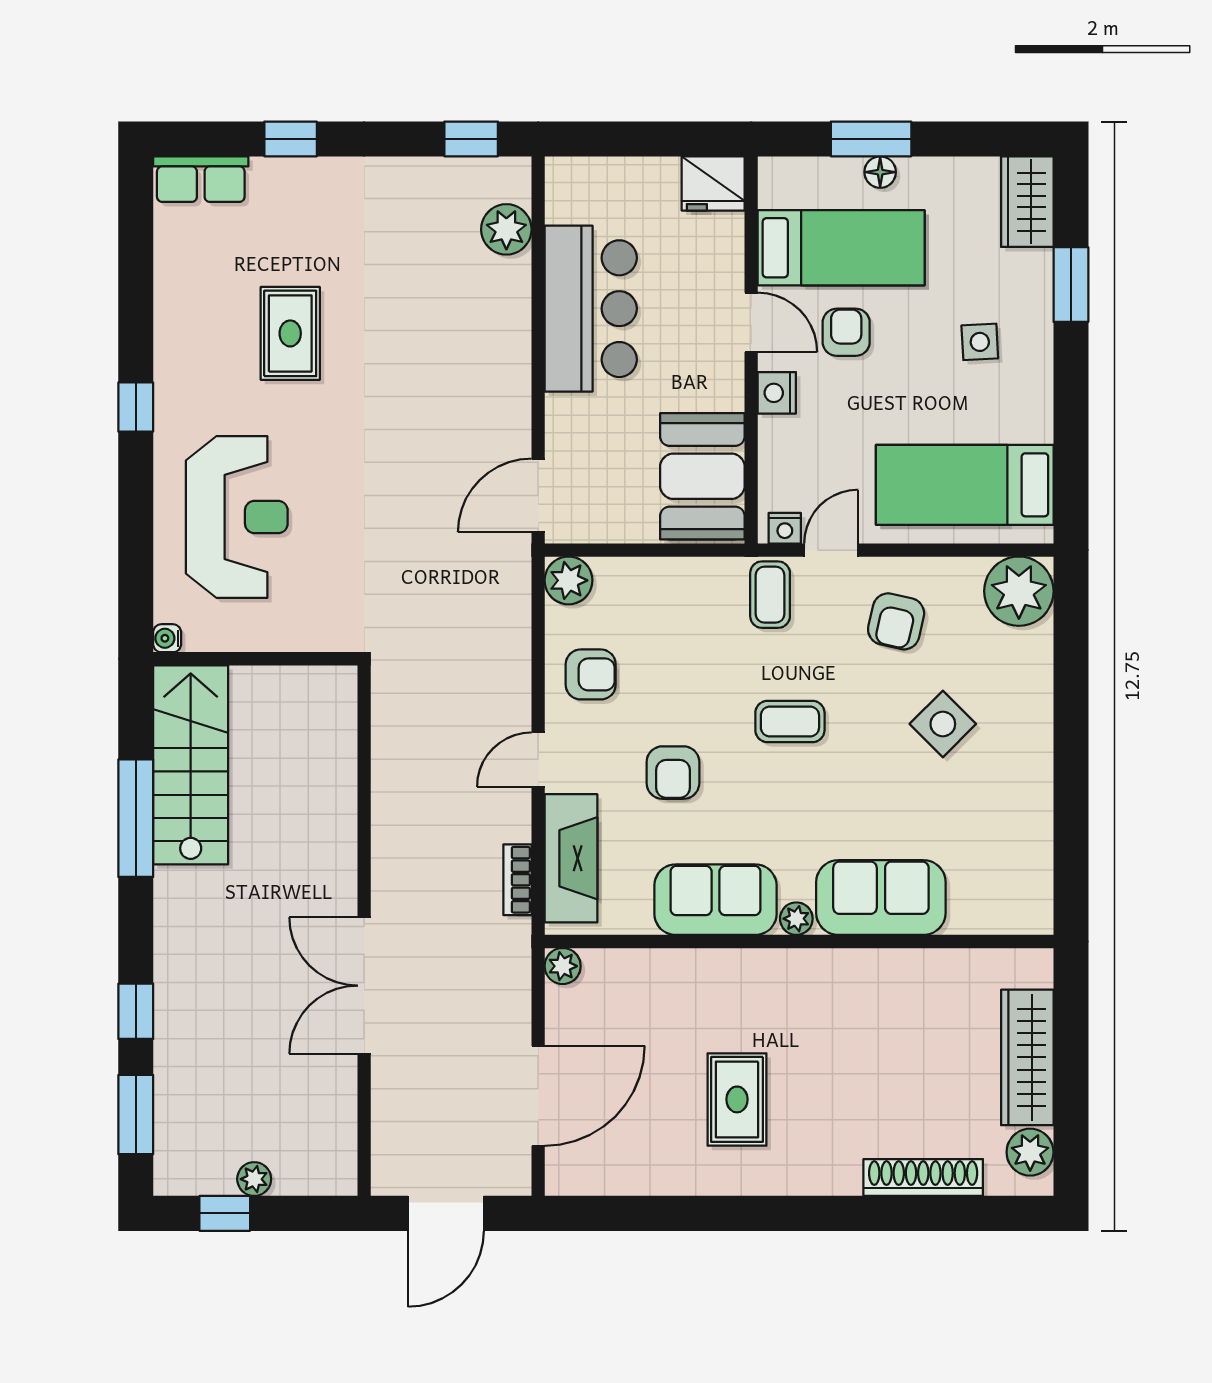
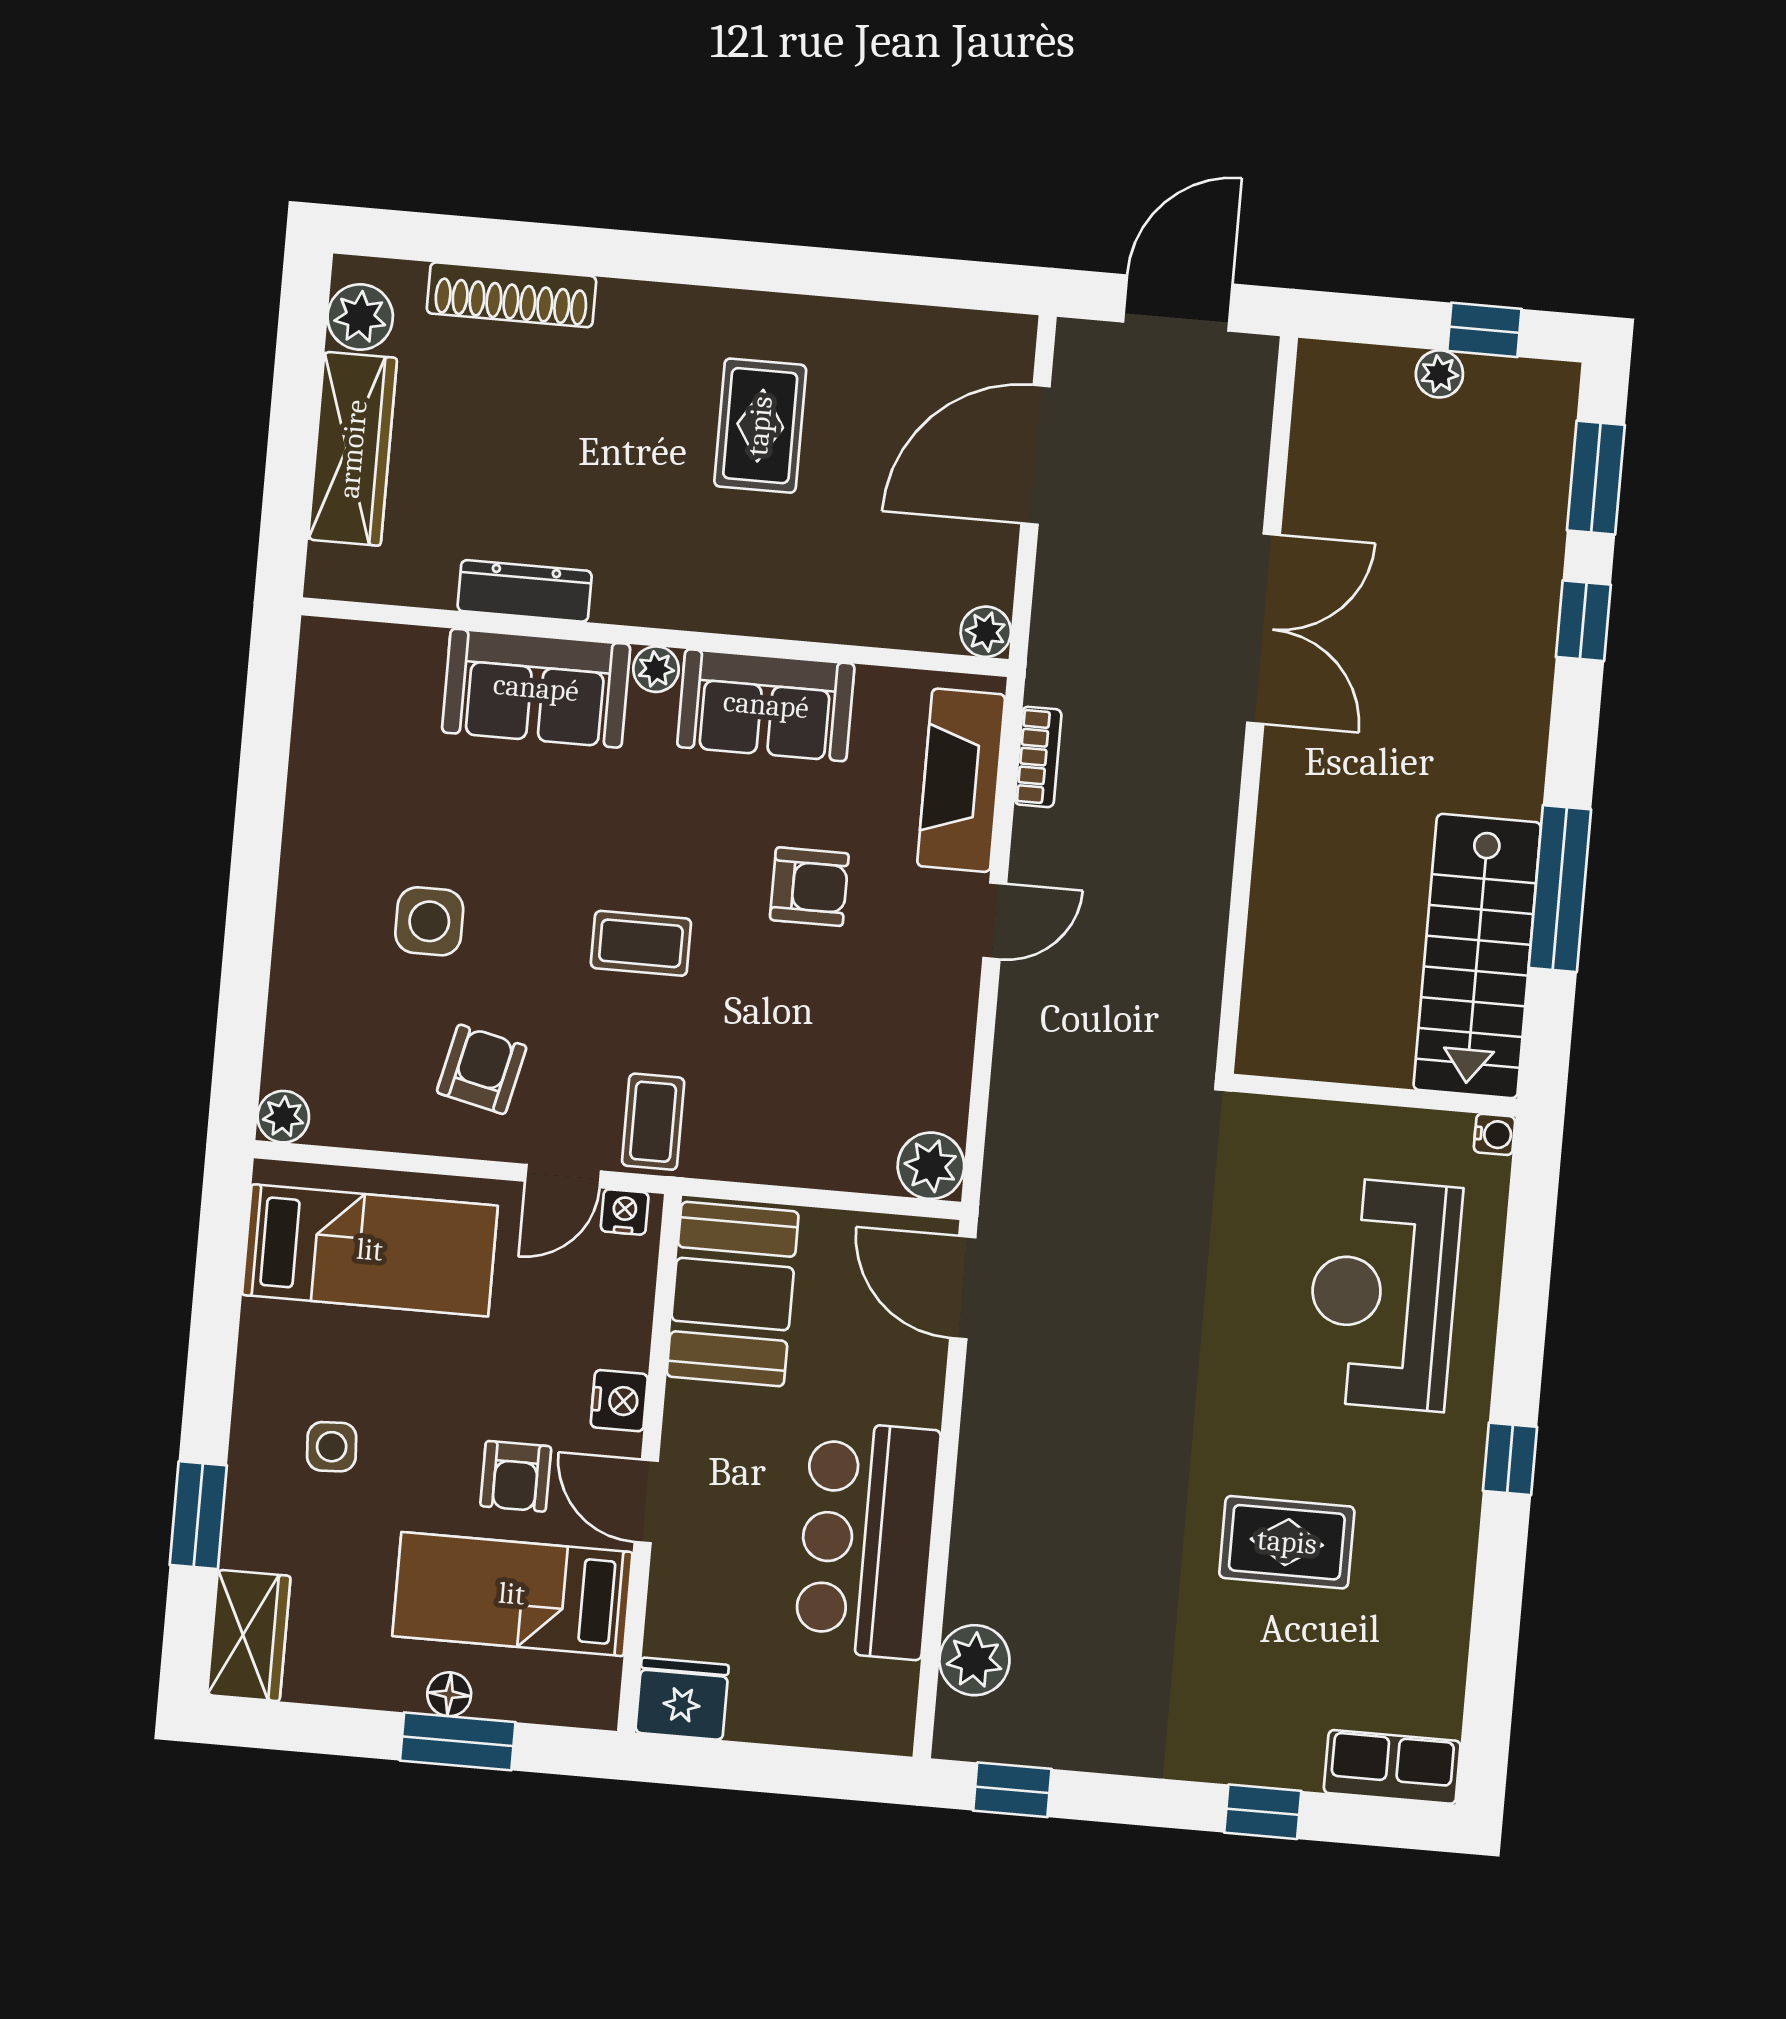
rug: (290, 333) -> (1287, 1542), turned 90
door: (538, 495) -> (963, 1288), swing flipped
plant: (1019, 591) -> (283, 1117), width x0.53, depth x0.53
armchair: (591, 674) -> (912, 1033), removed
side table: (943, 724) -> (429, 921), turned 45
armchair: (673, 773) -> (809, 887), turned 90
dresser: (895, 966) -> (525, 591), added

